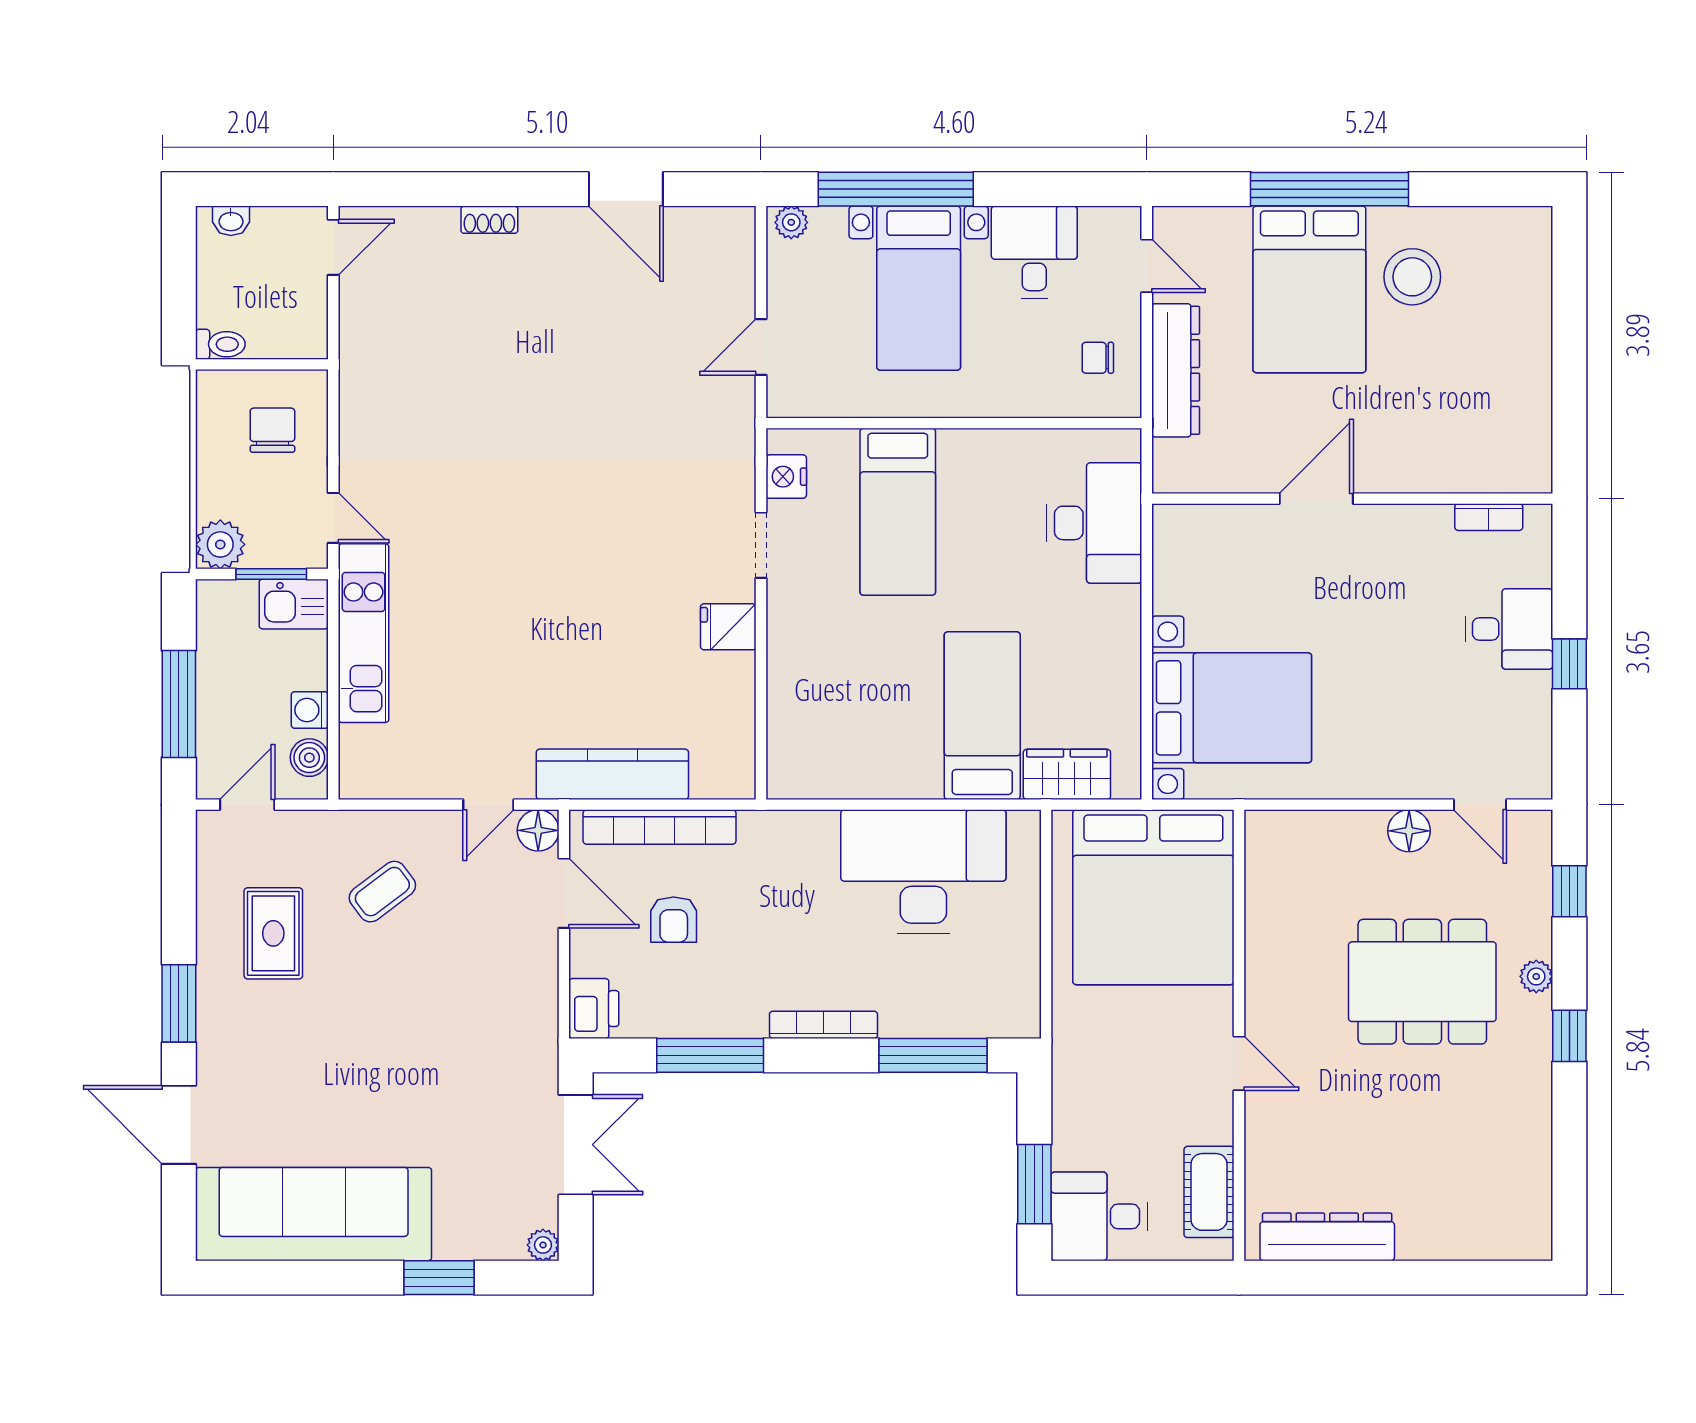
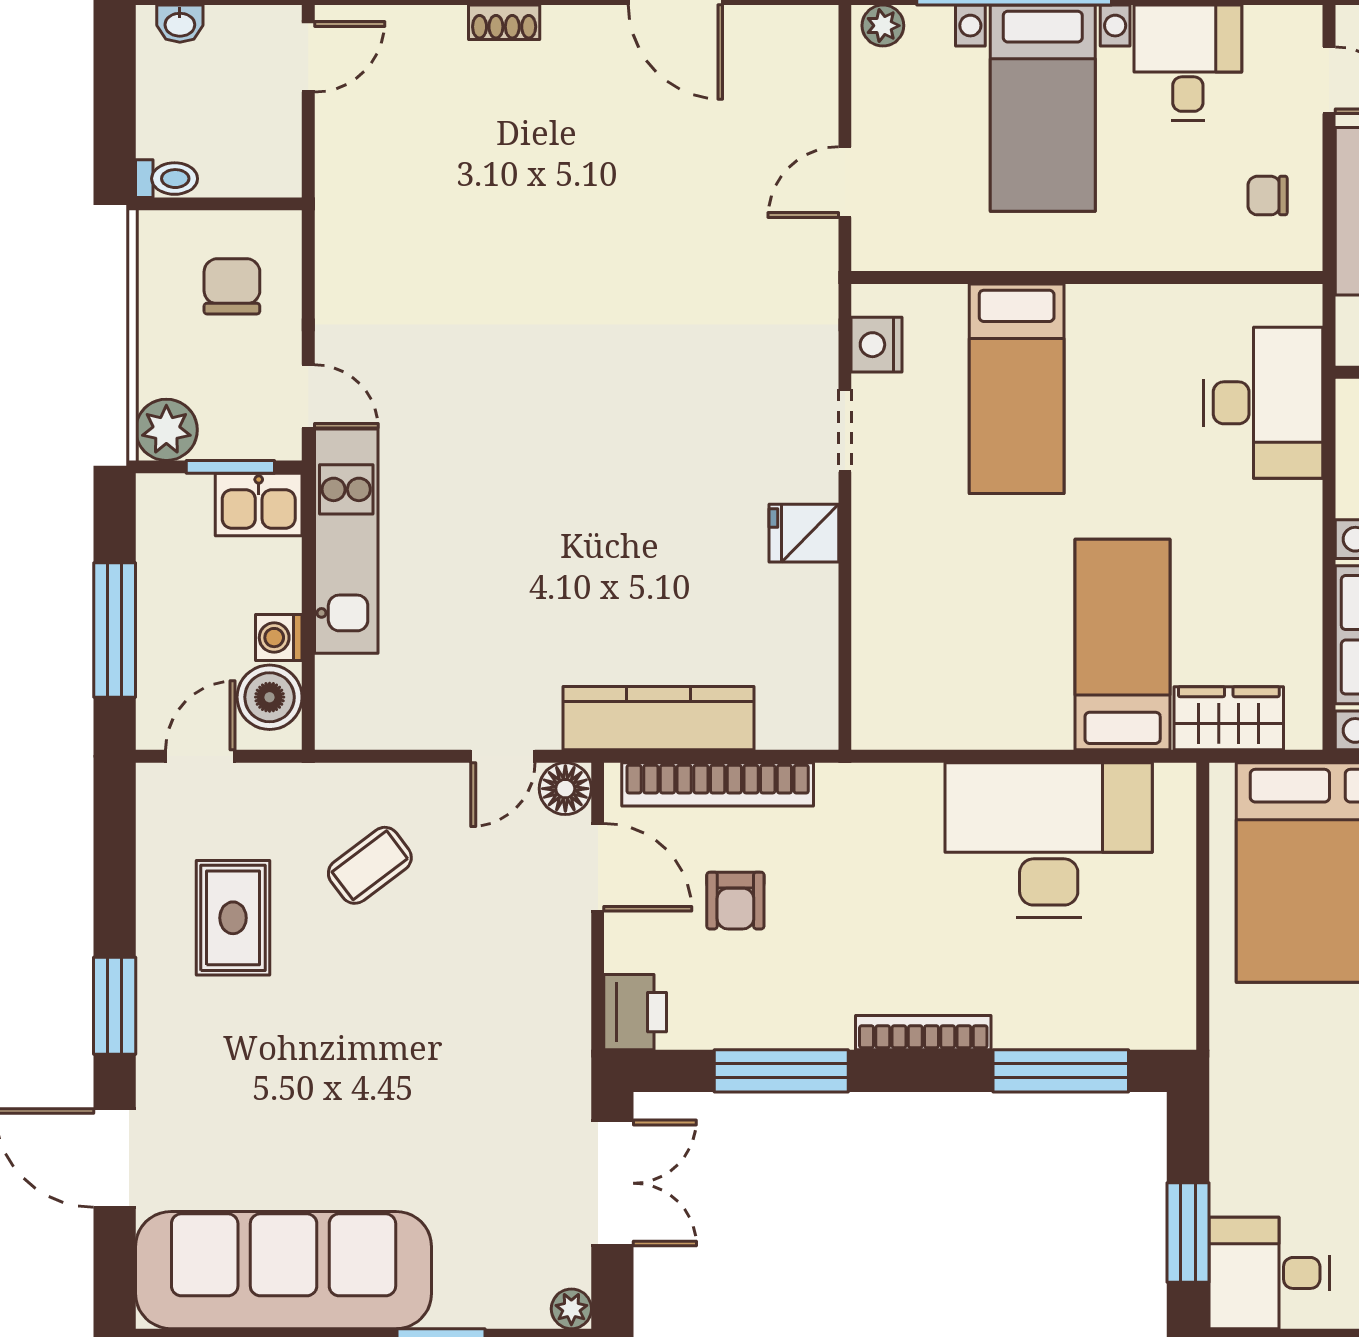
boiler: (309, 758) -> (270, 697), width x1.36, depth x1.36

